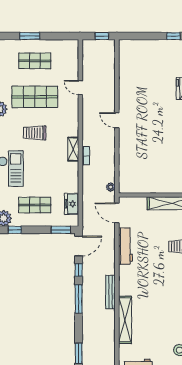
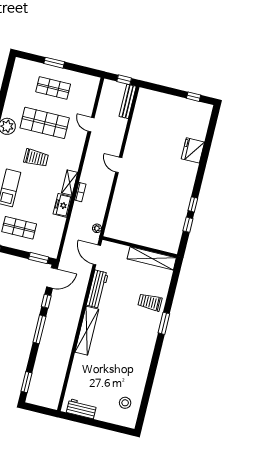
trolley: (35, 133) -> (36, 158), turned 180
freezer: (72, 204) -> (62, 205), moved
bench: (110, 292) -> (128, 101), moved
shelving: (125, 320) -> (87, 331), moved

